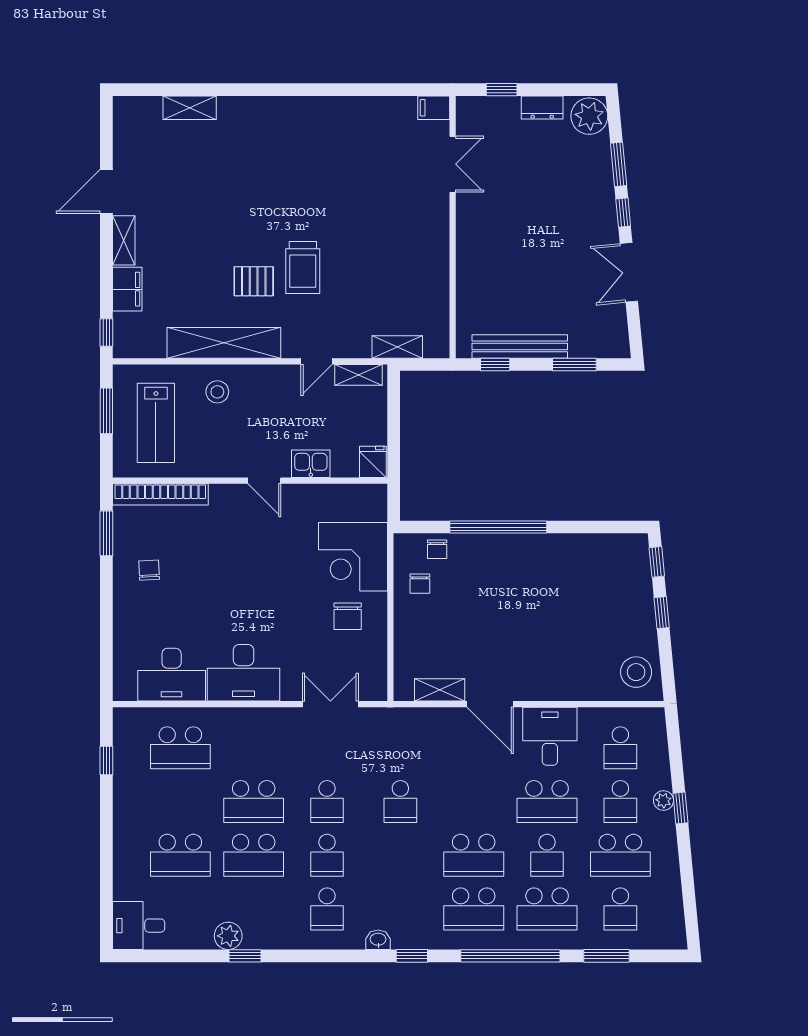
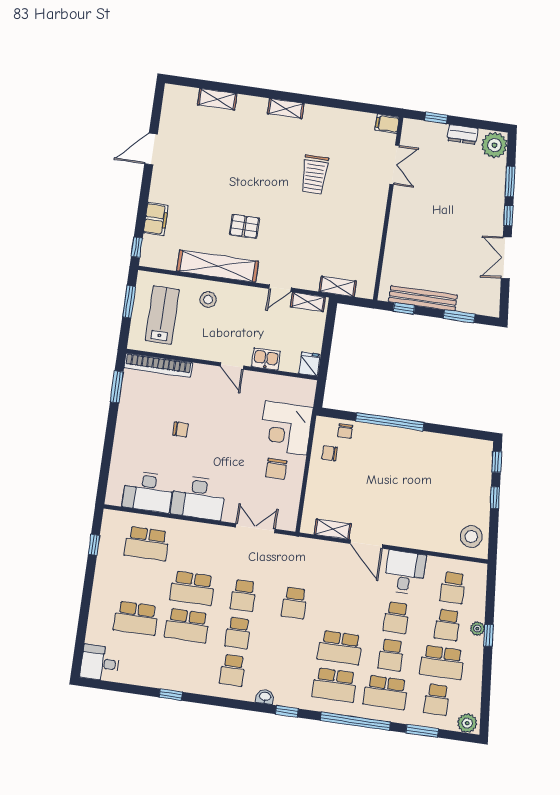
shelving: (124, 240) -> (286, 109), moved, turned 90
trolley: (303, 268) -> (315, 174), moved
lab bench: (156, 423) -> (162, 315), turned 180
chair: (149, 570) -> (181, 429), moved, turned 93
chair: (420, 584) -> (330, 453), turned 90
school desk: (547, 802) -> (396, 618), width x0.54
plant: (228, 936) -> (467, 723), moved

